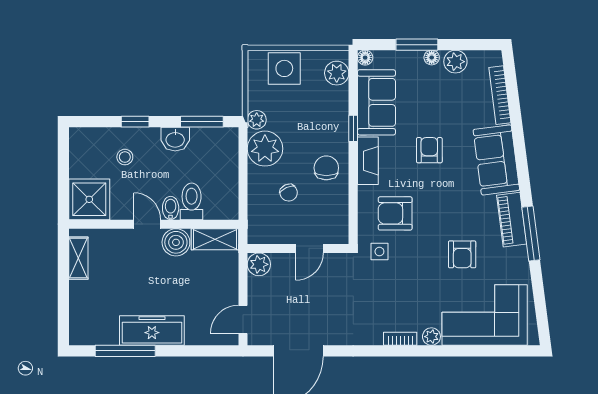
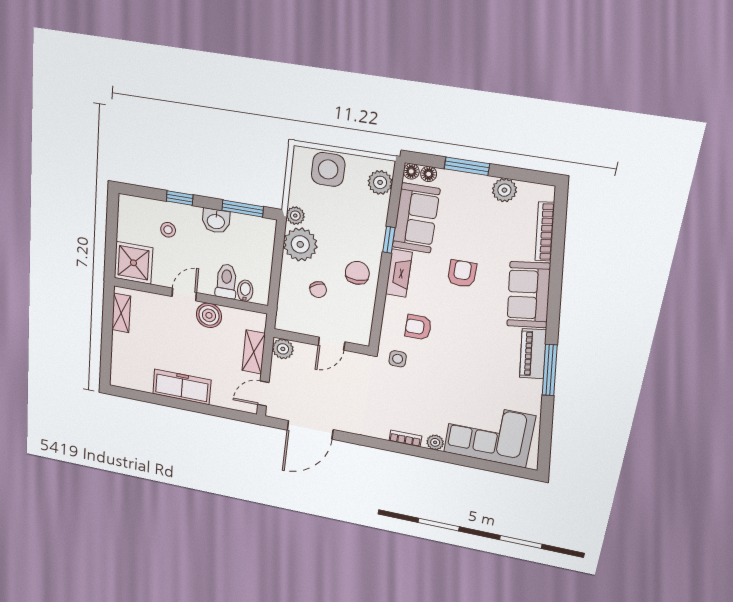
floor lamp: (432, 58) -> (429, 174), moved
bidet: (171, 208) -> (245, 291), moved
armchair: (395, 213) -> (418, 327), width x0.72, depth x0.72
door: (147, 224) -> (184, 294), hinge flipped
shelving: (215, 239) -> (254, 352), moved, turned 90
armchair: (462, 254) -> (477, 376), removed
window: (125, 351) -> (158, 399), removed

